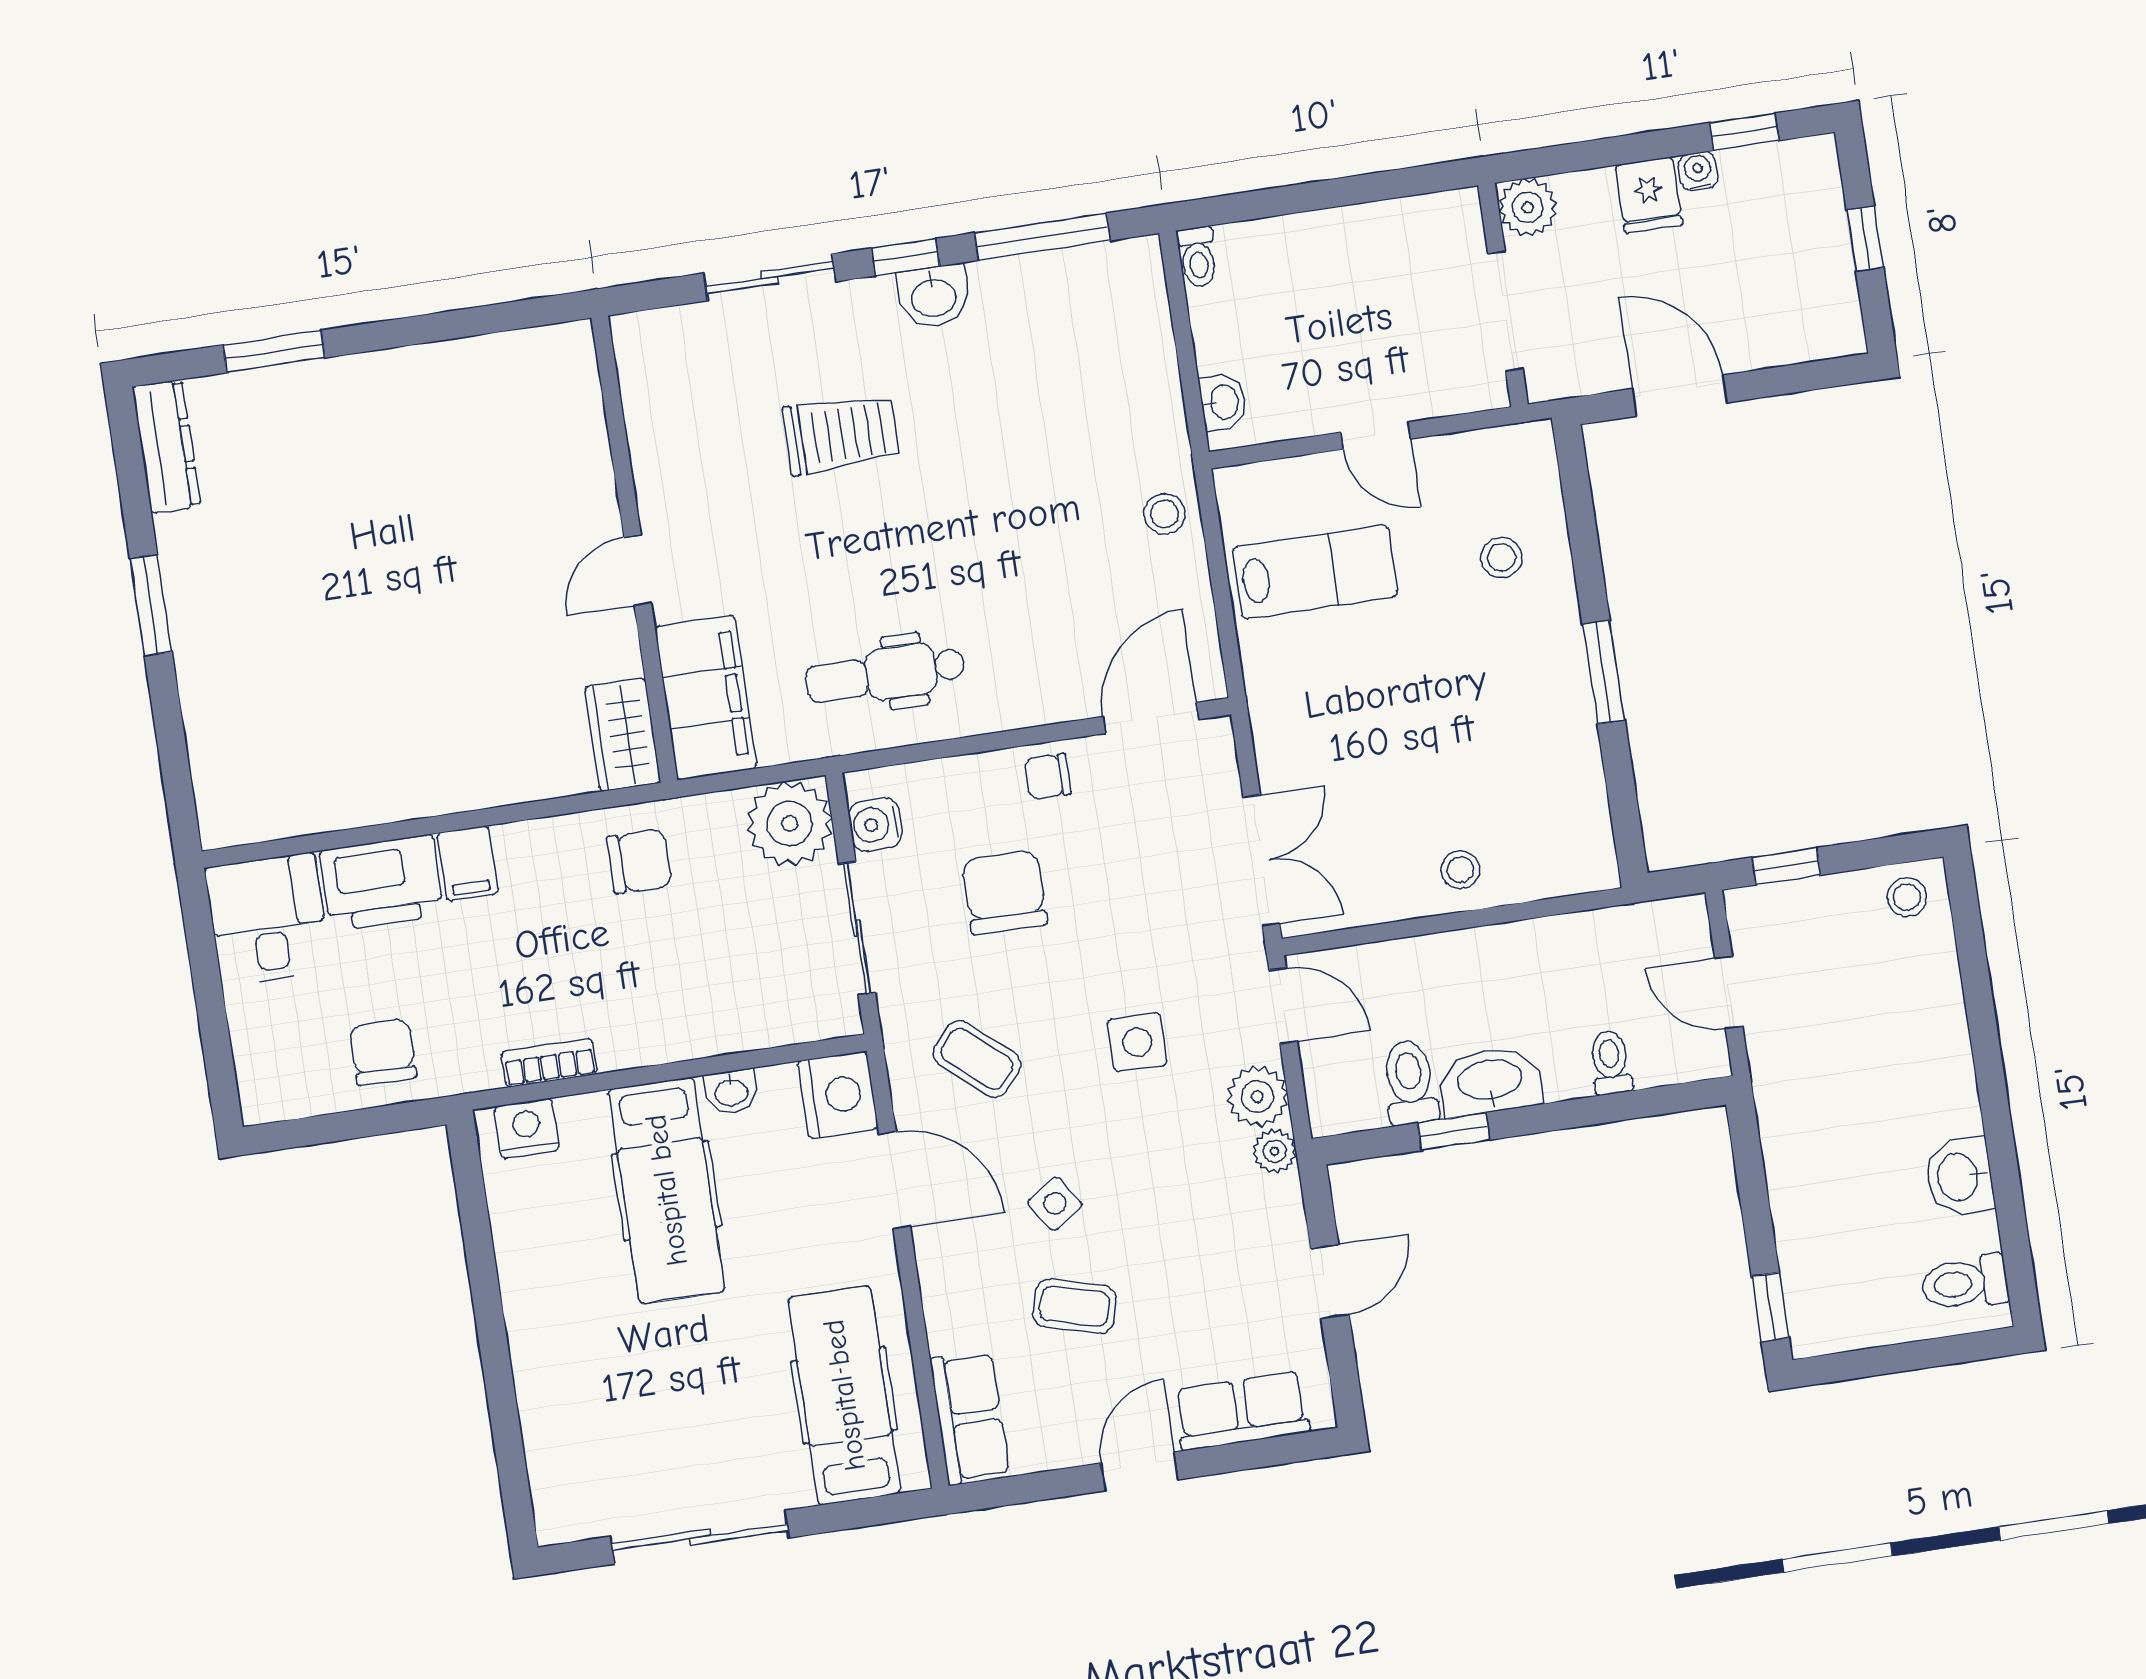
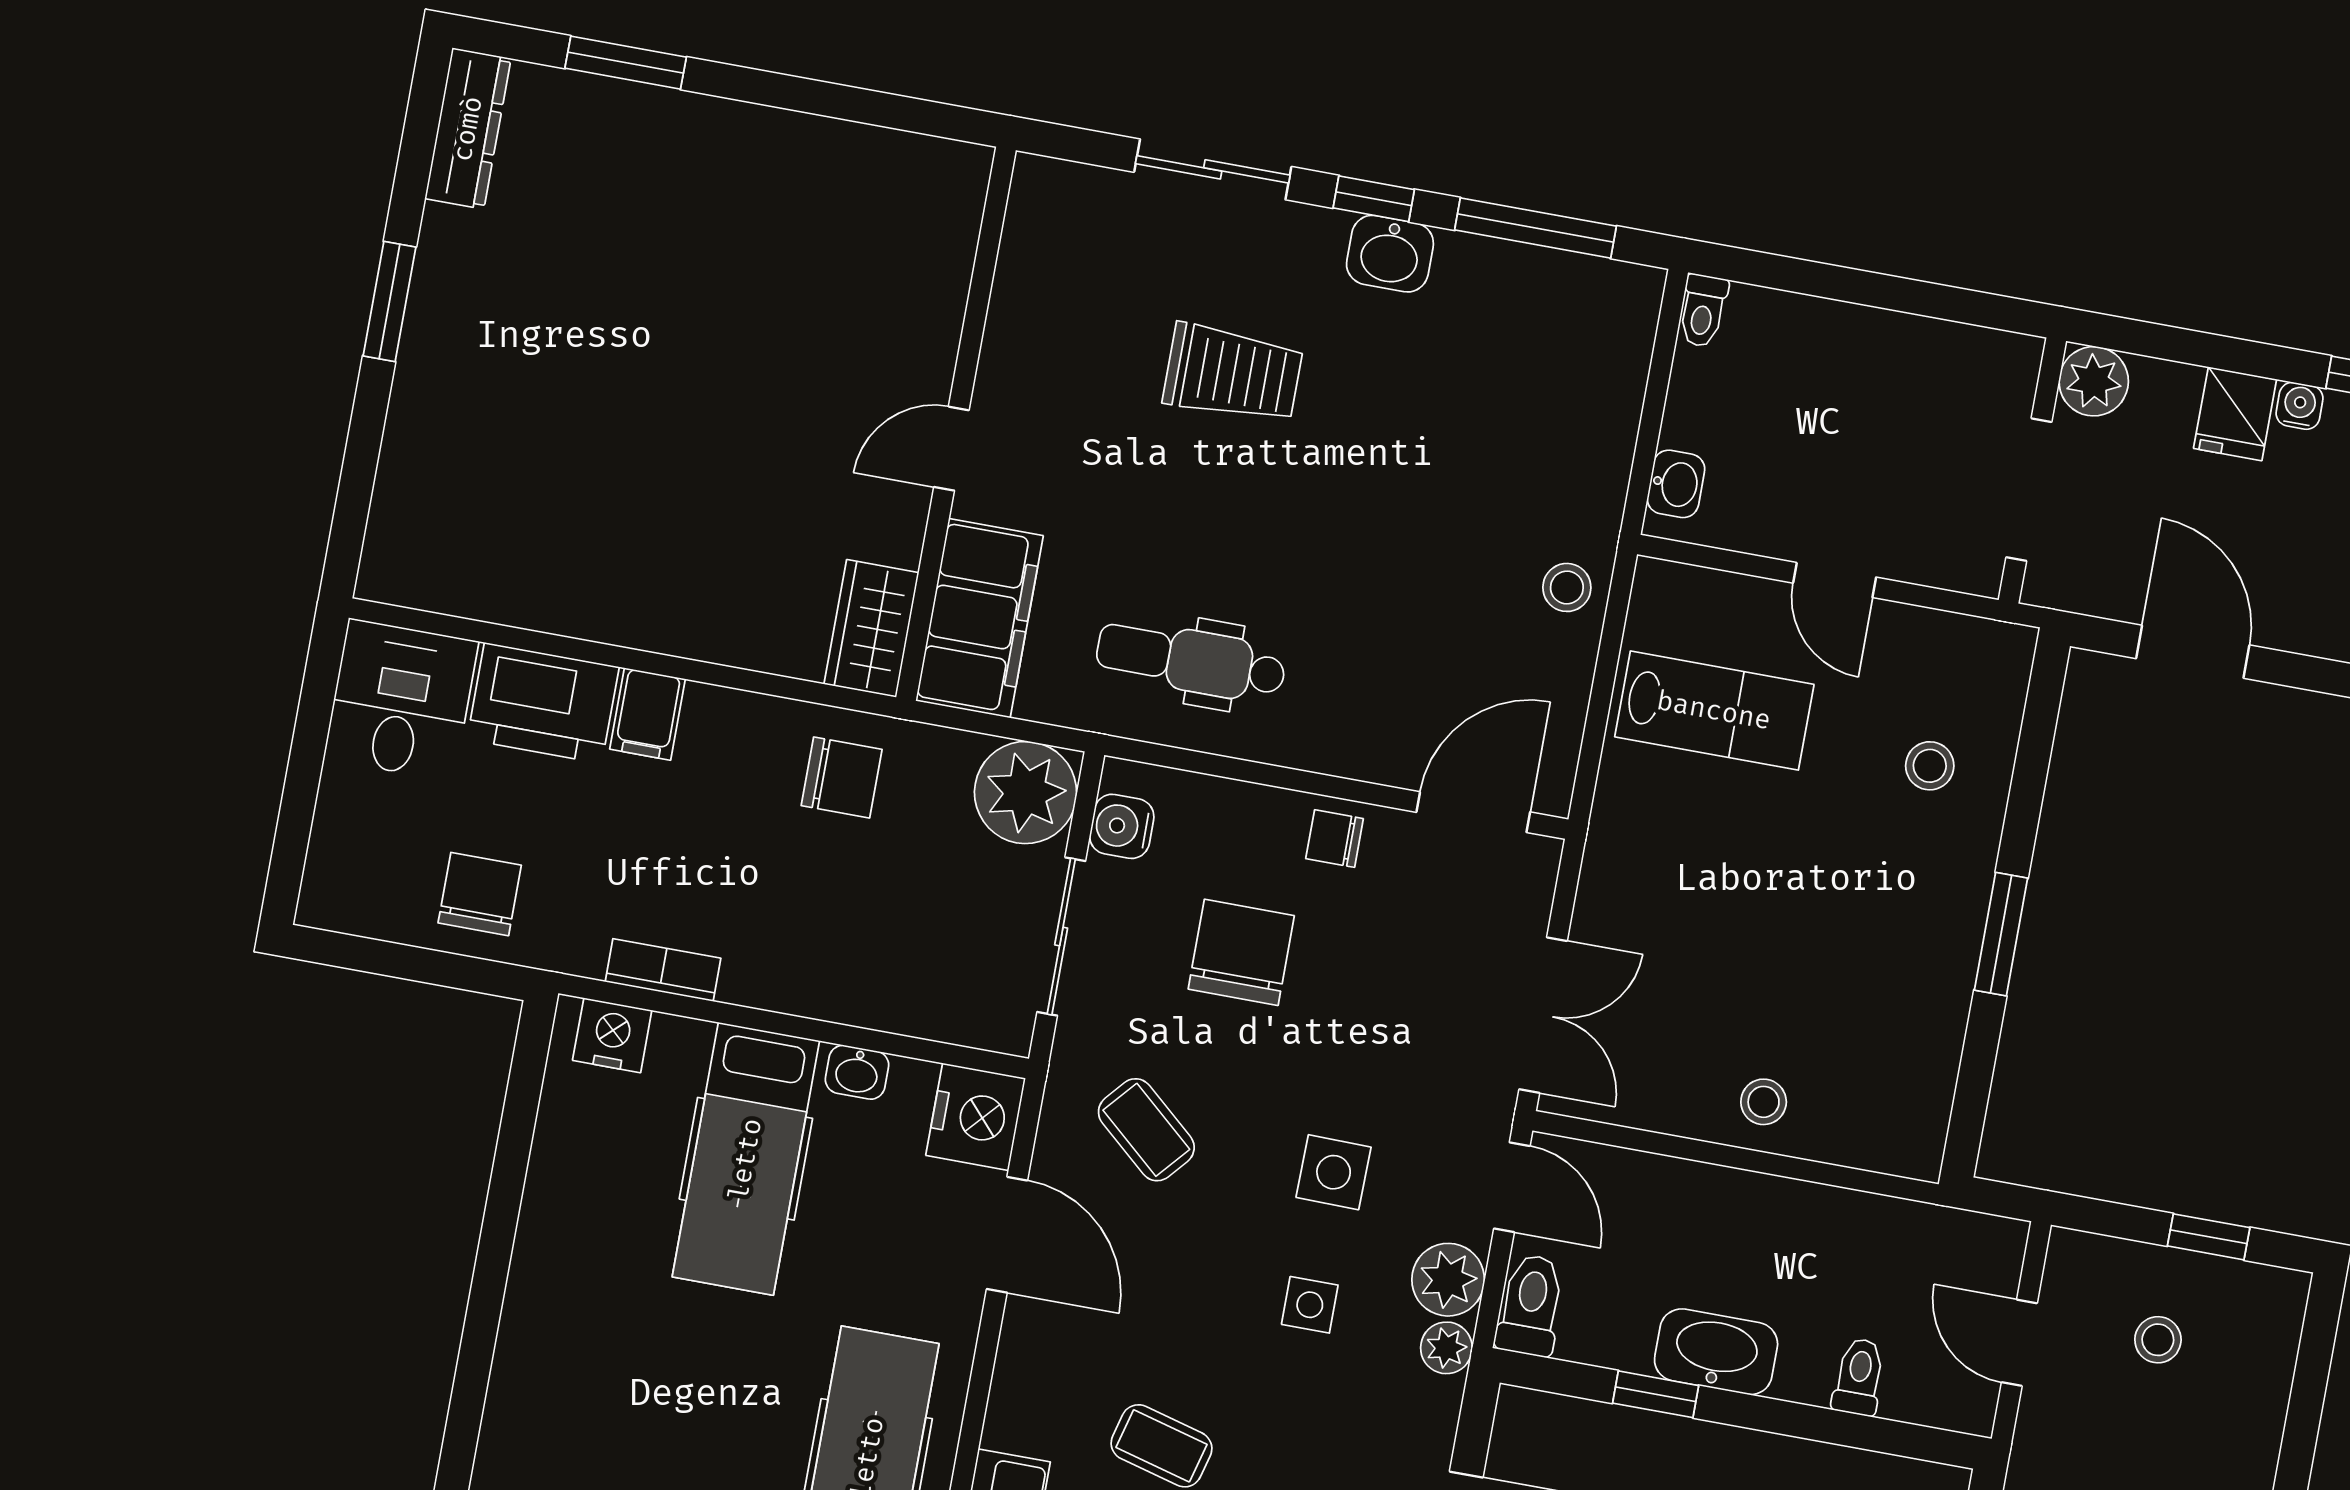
window: (1786, 866) -> (2209, 1237), moved
stool: (1907, 897) -> (2158, 1340), moved
toilet: (1410, 1082) -> (1531, 1305), moved
side table: (1055, 1204) -> (1310, 1305), moved, turned 34

